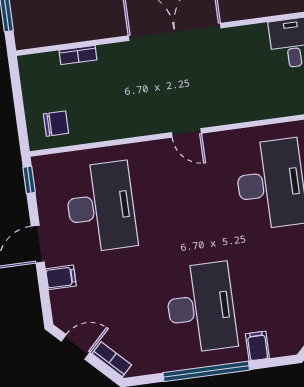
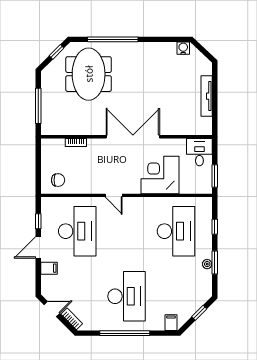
corner desk: (230, 91) -> (160, 175), added
door: (187, 133) -> (114, 195), moved
window: (29, 180) -> (38, 221), moved
filing cabinet: (257, 346) -> (171, 323), moved

